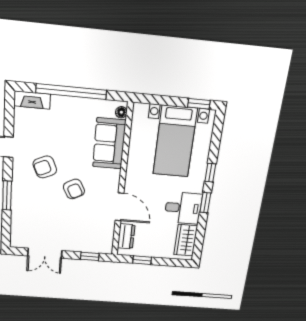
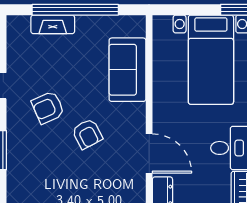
fireplace: (32, 100) -> (53, 24), moved
floor lamp: (121, 112) -> (139, 29), removed

